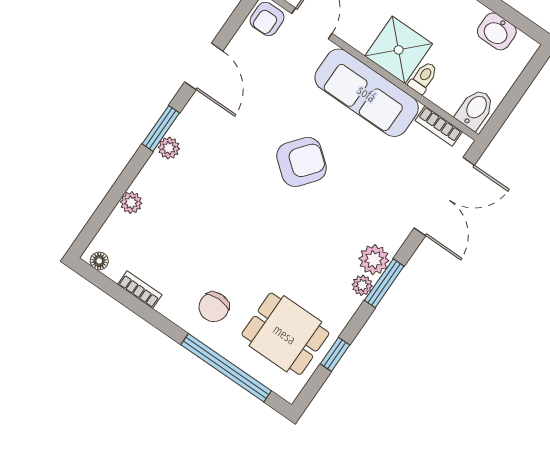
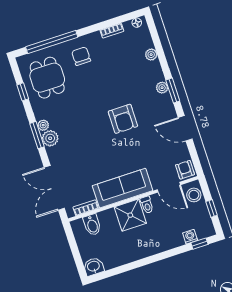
washbasin: (497, 31) -> (94, 267), moved
toilet: (423, 78) -> (147, 205), moved
bidet: (475, 109) -> (92, 225), moved
armchair: (302, 162) -> (123, 119), moved, turned -39
dining table: (285, 334) -> (47, 78), turned 90

